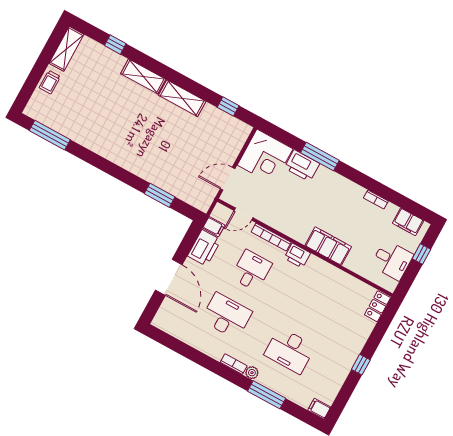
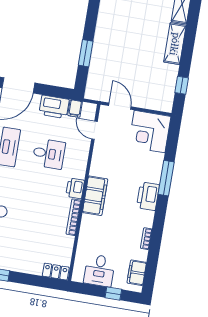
printer: (302, 166) -> (148, 196), moved
bookcase: (271, 237) -> (74, 217), moved
filing cabinet: (328, 246) -> (95, 196), moved

